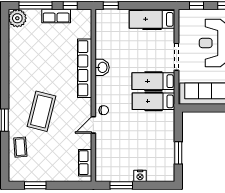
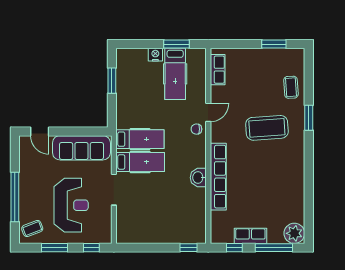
hospital bed: (152, 19) -> (175, 74), moved, turned 90
coffee table: (42, 111) -> (267, 128), turned 72

